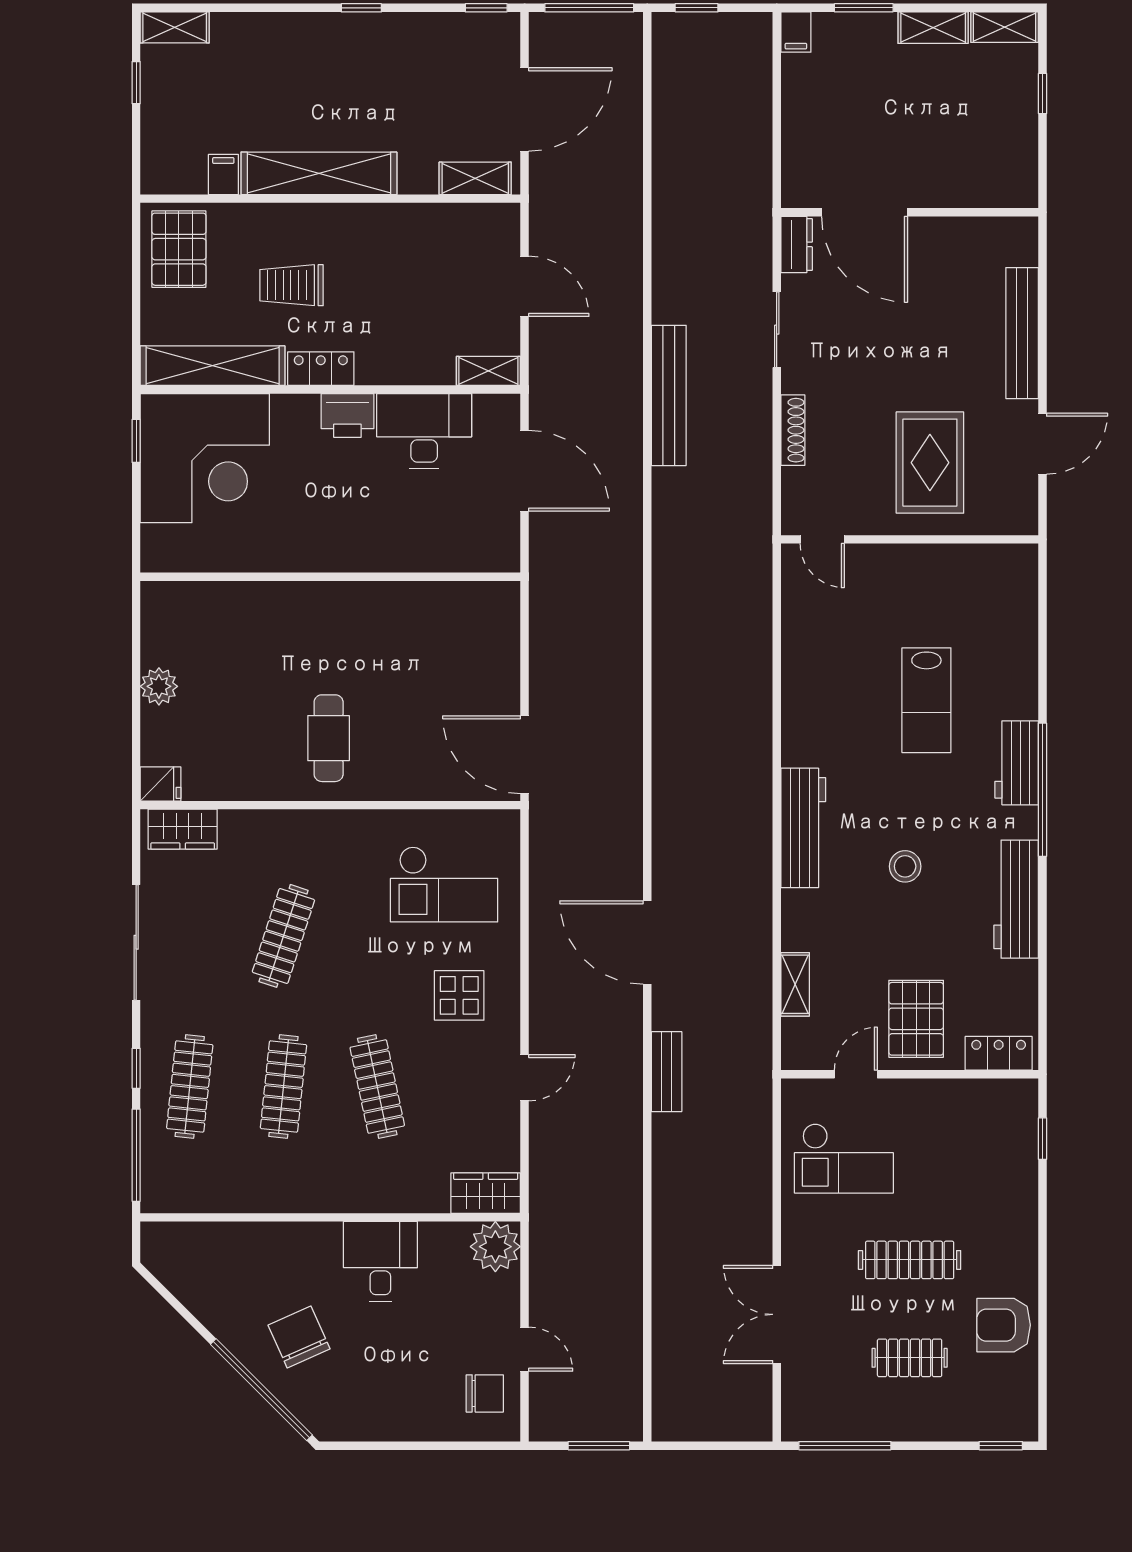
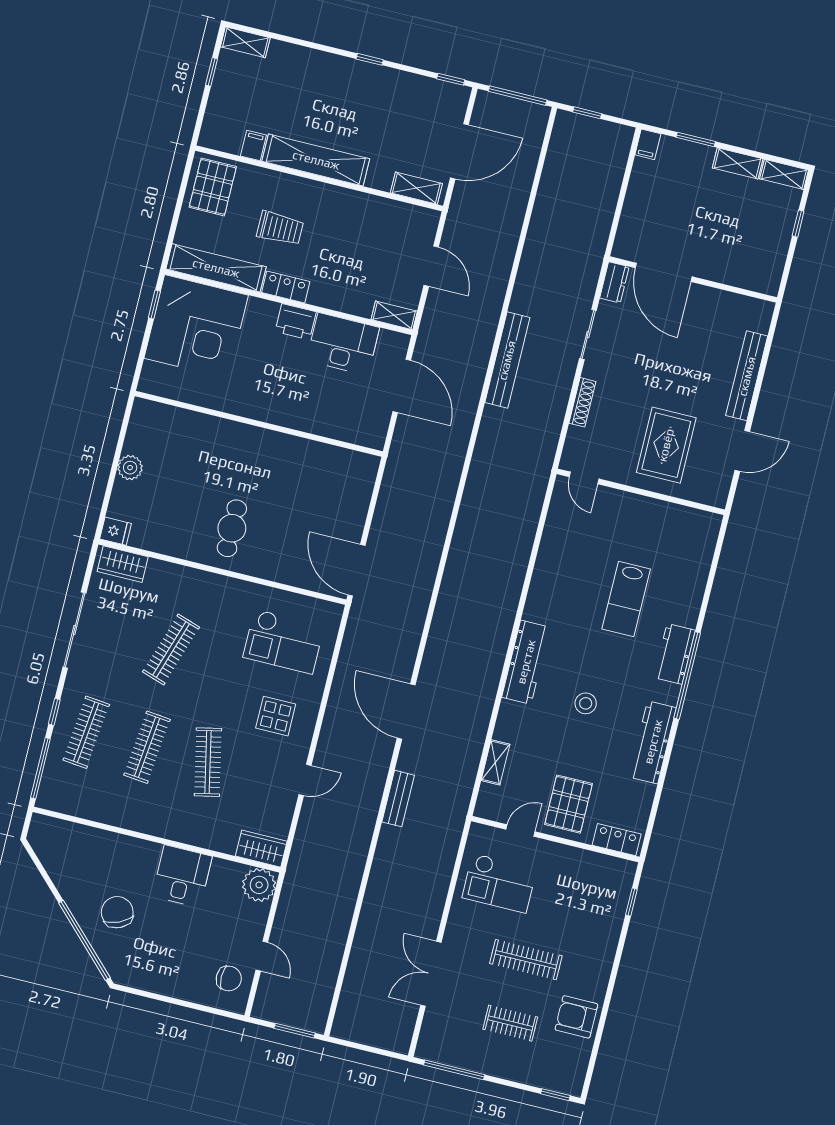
trolley: (292, 285) -> (280, 228), turned 180

